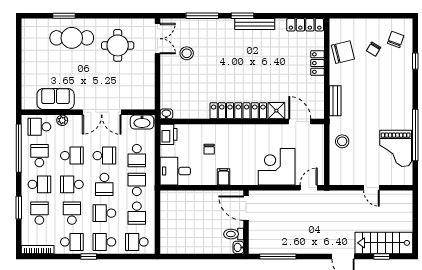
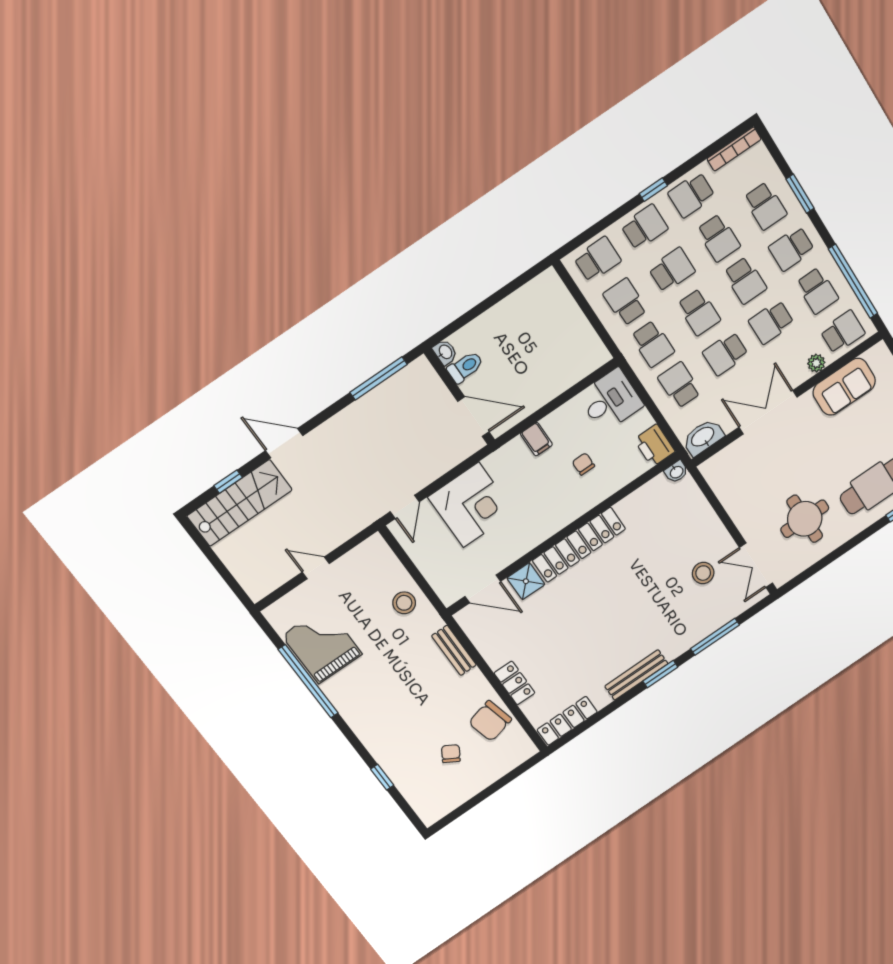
chair: (396, 40) -> (430, 786), removed
school desk: (72, 184) -> (745, 280), turned 90
school desk: (104, 184) -> (699, 312), turned 180

